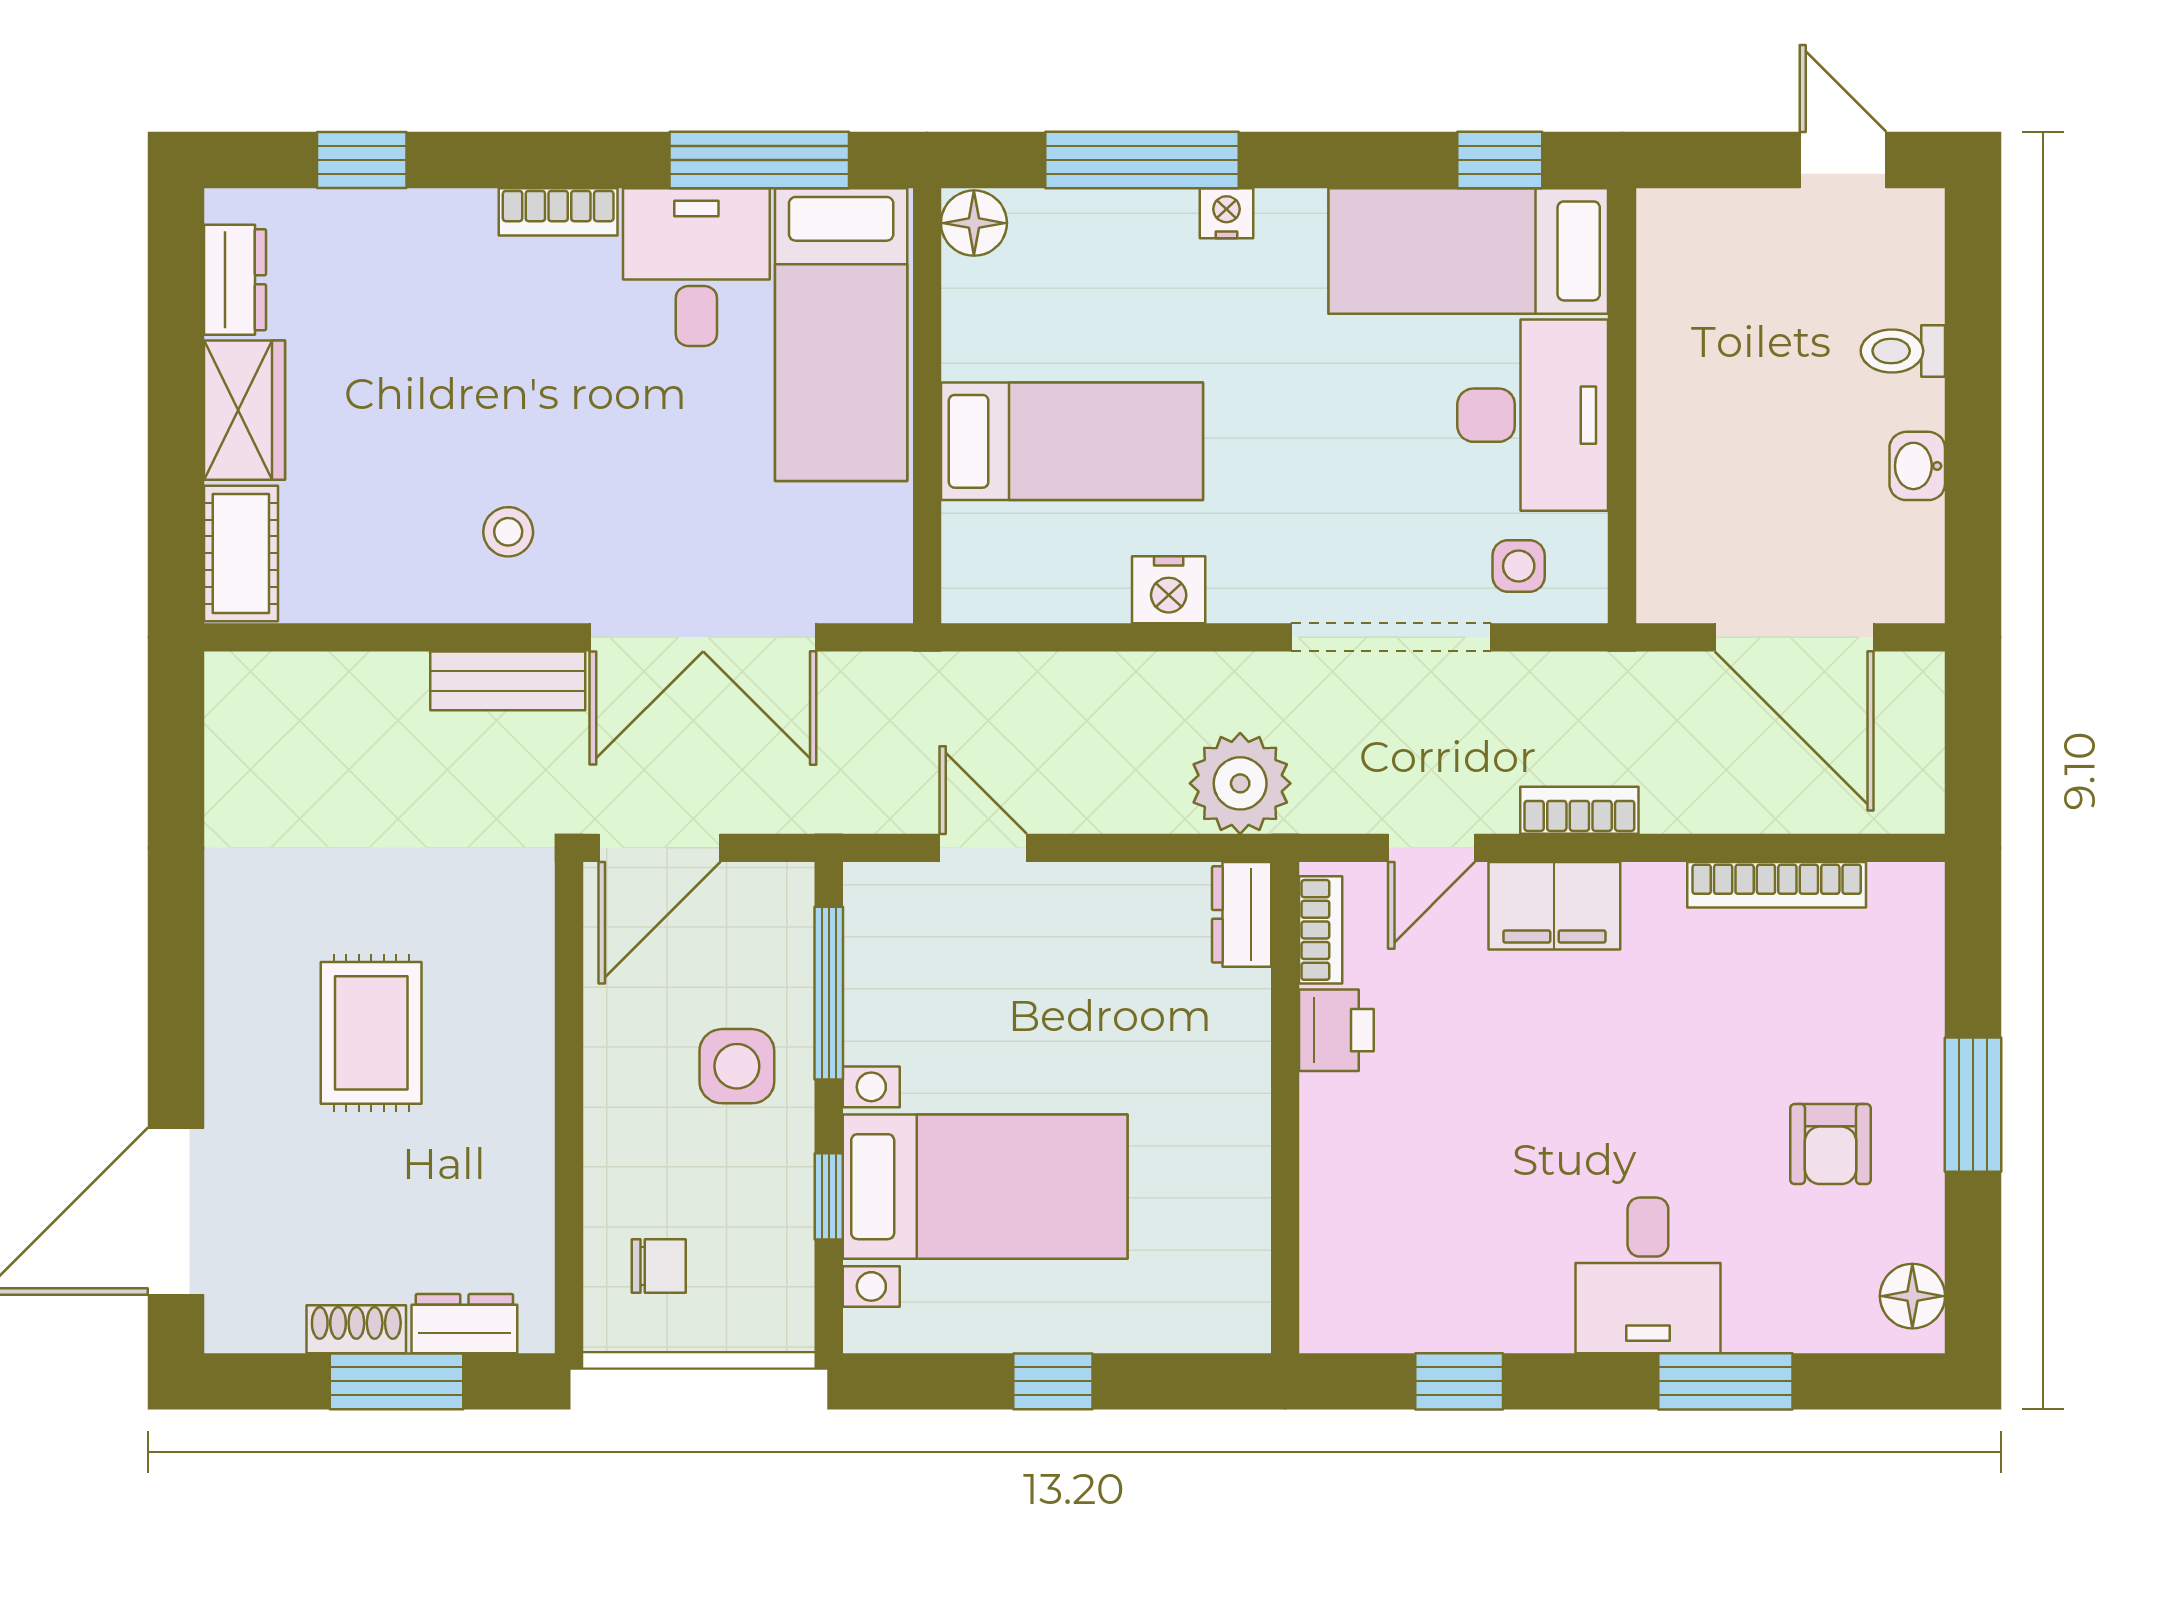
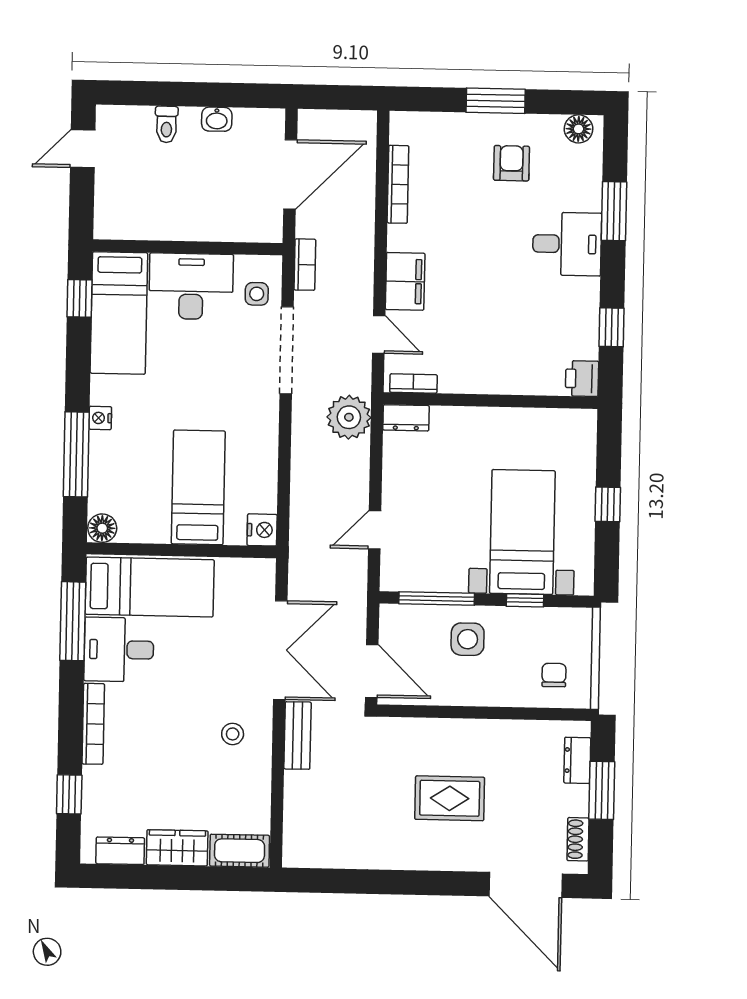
bookcase: (558, 212) -> (93, 724), width x1.56
nightstand: (1169, 590) -> (262, 530), moved
bookcase: (1579, 810) -> (305, 265), moved, turned 180
printer: (1336, 1030) -> (582, 379), moved, turned -90
armchair: (1831, 1144) -> (511, 163), turned -90
shoe rack: (356, 1329) -> (578, 839), moved

